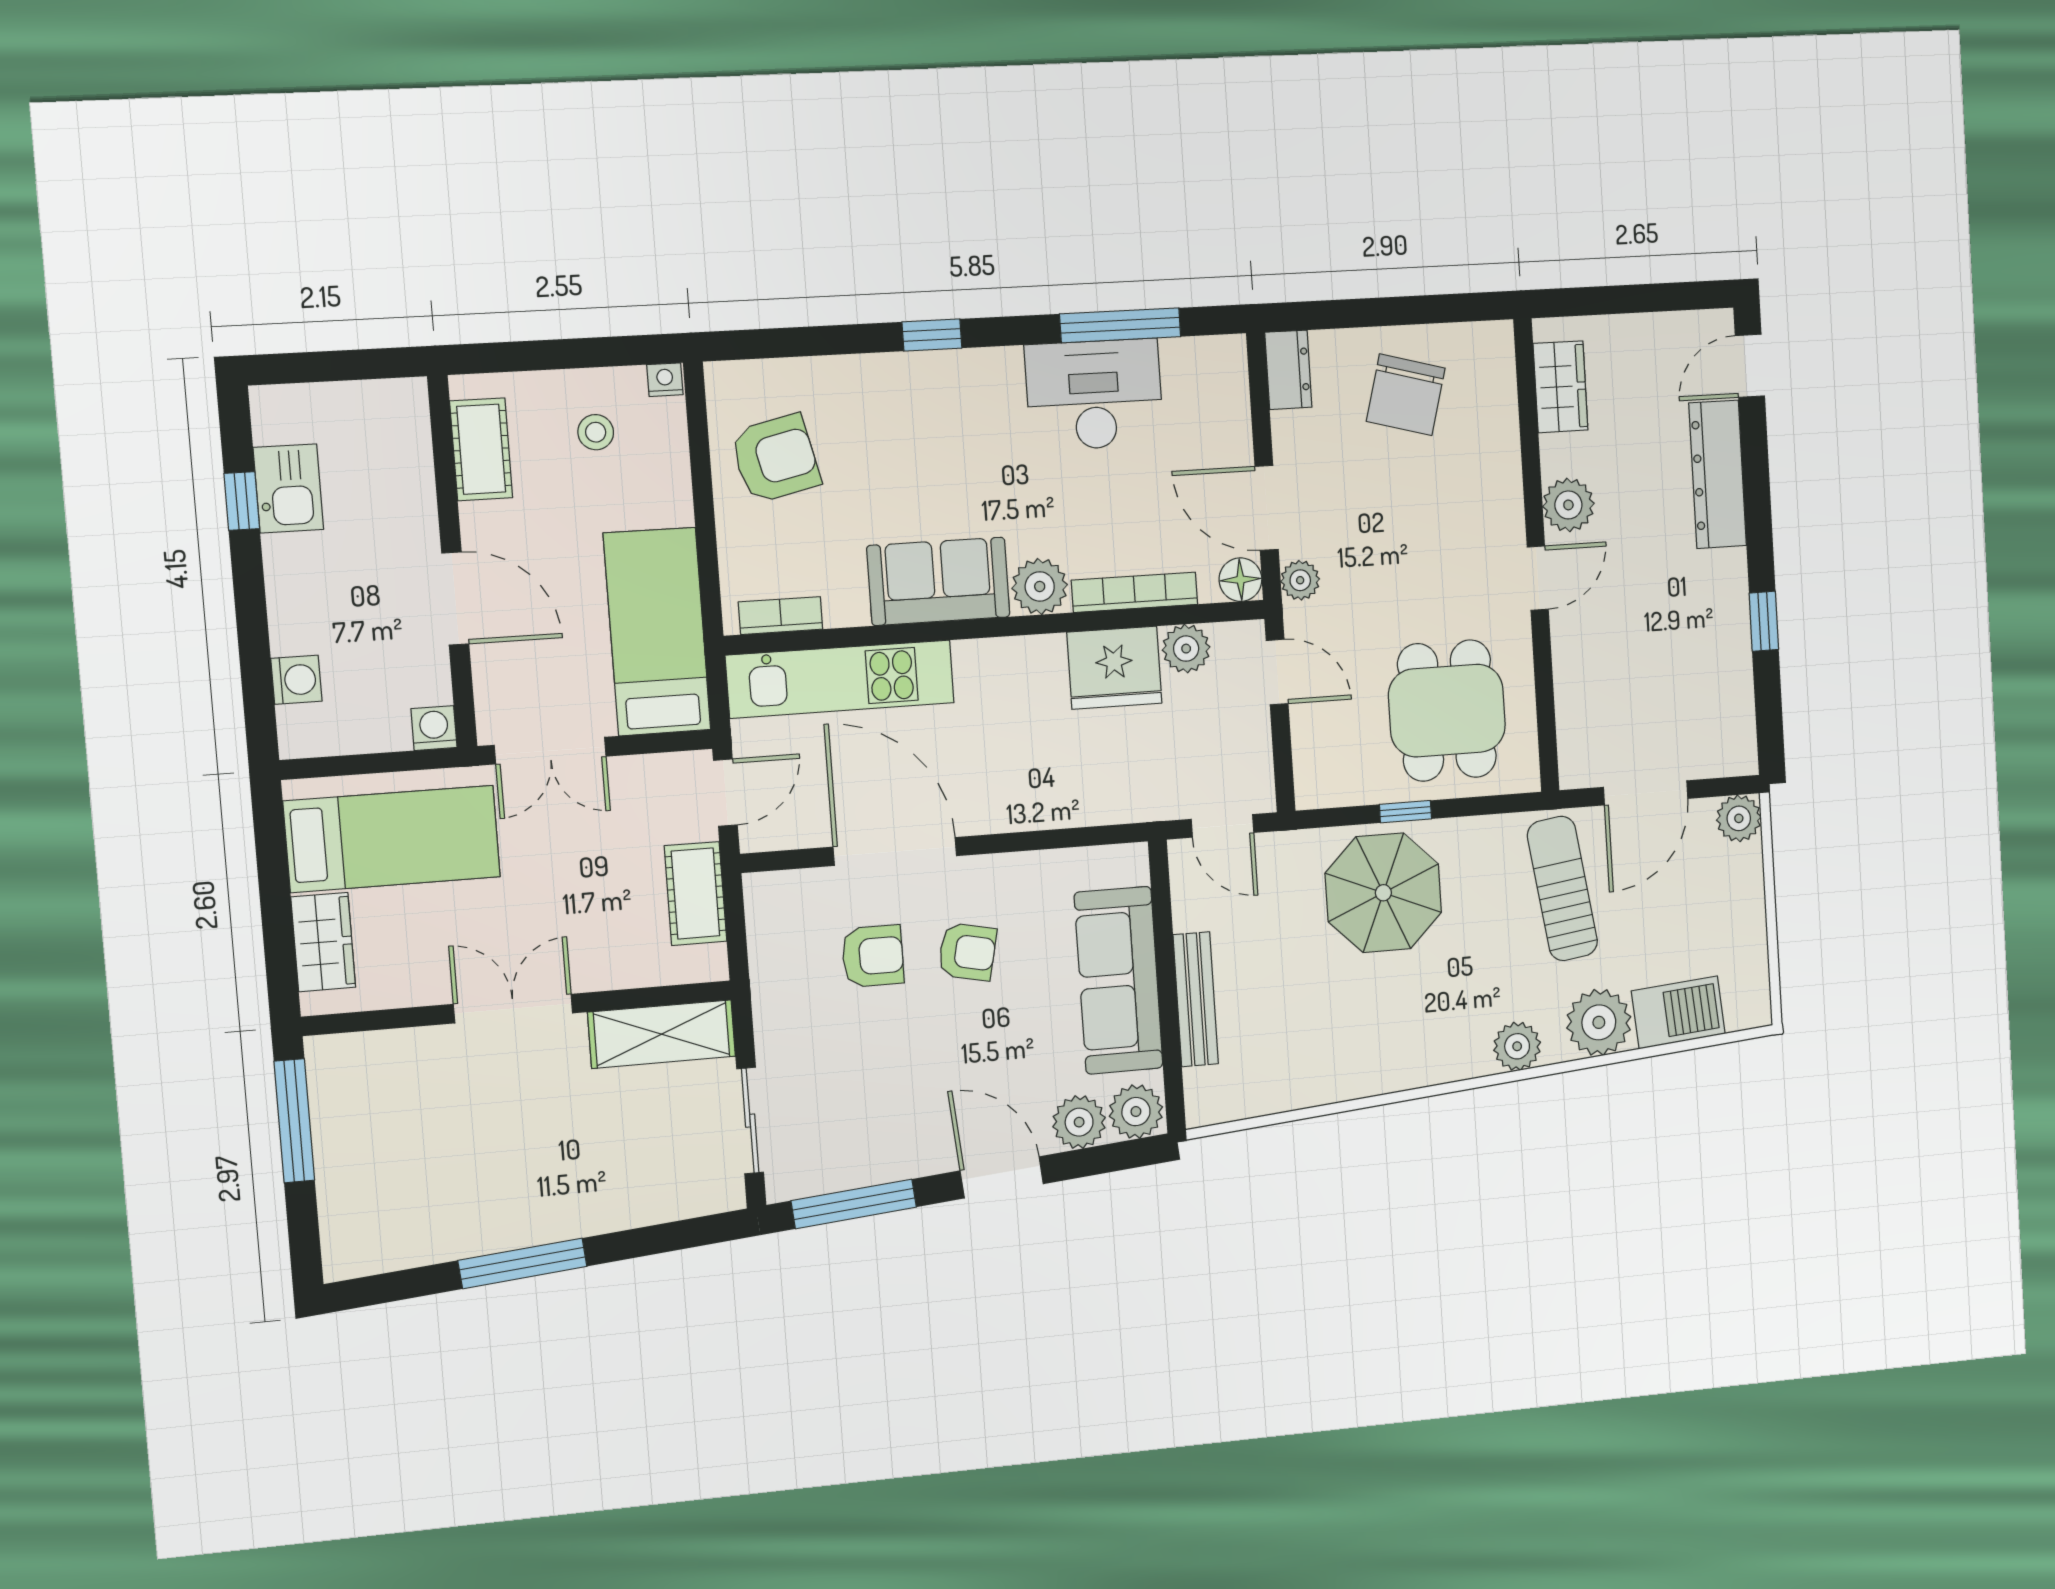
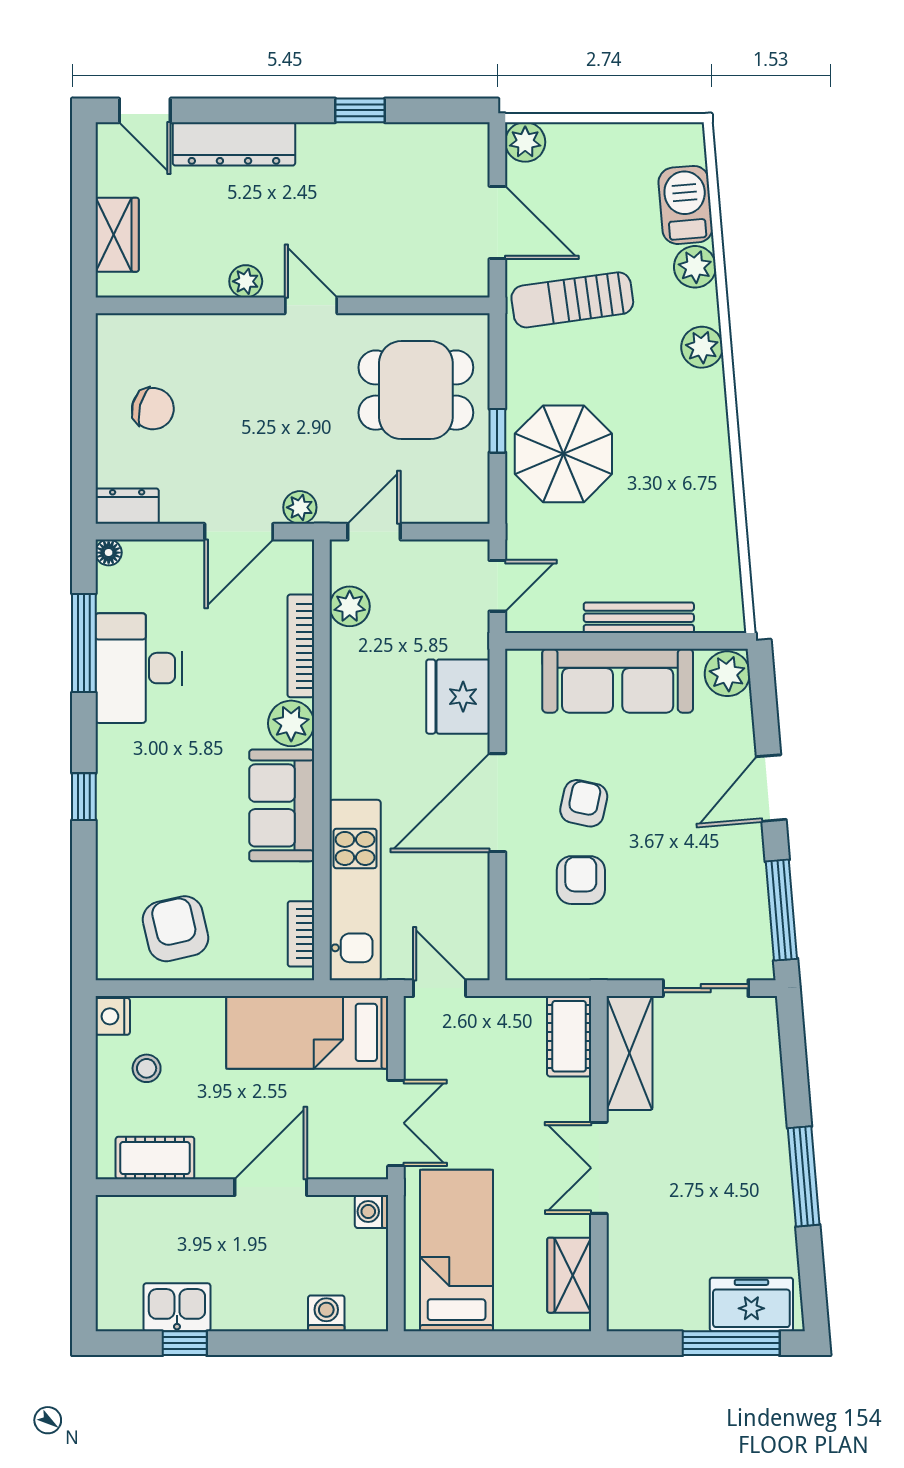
nightstand: (665, 380) -> (113, 1016), width x1.39, depth x1.35
wardrobe: (1560, 387) -> (117, 235), moved, turned 90
chair: (1406, 395) -> (153, 409), width x0.73, depth x0.73
plant: (1568, 505) -> (246, 281), width x0.73, depth x0.73
floor lamp: (1240, 580) -> (109, 553), moved, width x0.73, depth x0.73
fridge: (1114, 668) -> (458, 697), moved, turned 180
door: (895, 851) -> (497, 803), moved
cot: (695, 894) -> (569, 1036), moved, turned 90
wardrobe: (323, 942) -> (569, 1275), moved, turned -90
plant: (1599, 1022) -> (695, 267), width x0.73, depth x0.73
window: (294, 1121) -> (731, 1343), moved
plant: (1079, 1122) -> (732, 721), removed
freezer: (353, 1214) -> (751, 1304), added

